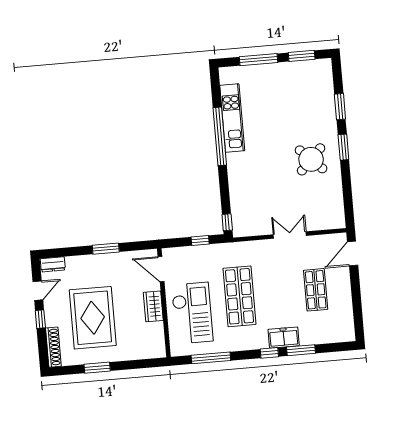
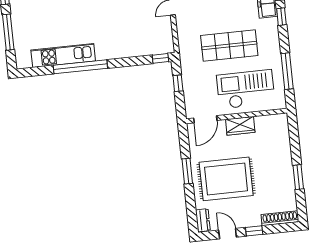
rug: (93, 318) -> (226, 179), moved

